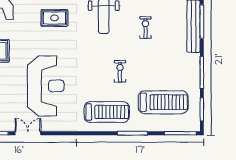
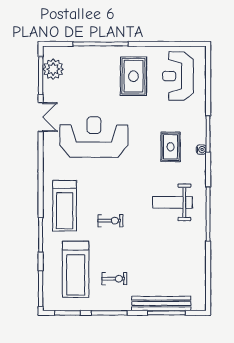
exercise bike: (145, 27) -> (114, 279), moved
reception desk: (46, 86) -> (94, 137), turned 180

